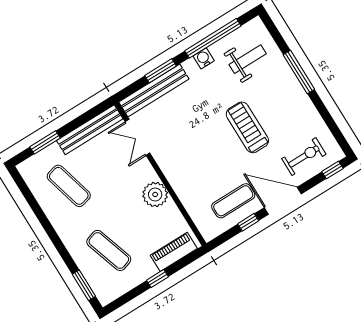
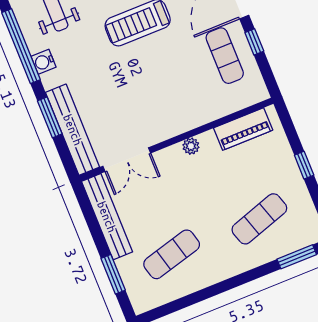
plant: (155, 194) -> (191, 146), width x0.53, depth x0.53
piano: (174, 252) -> (243, 129), moved, turned -90

